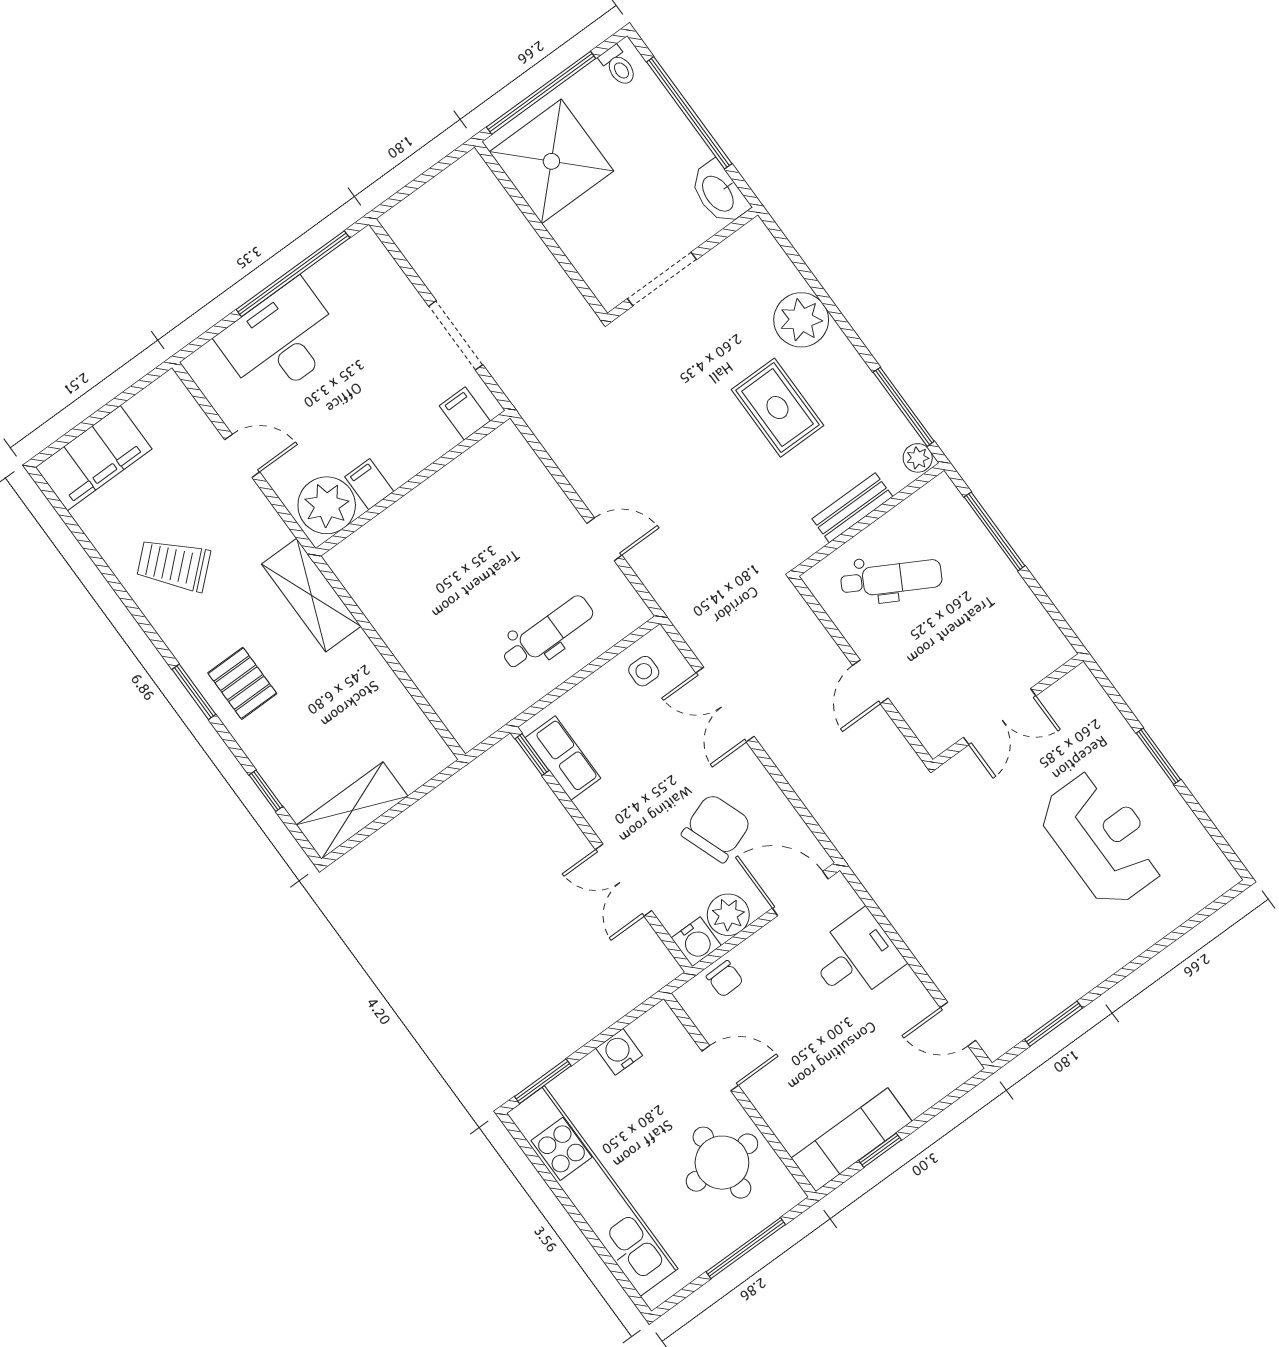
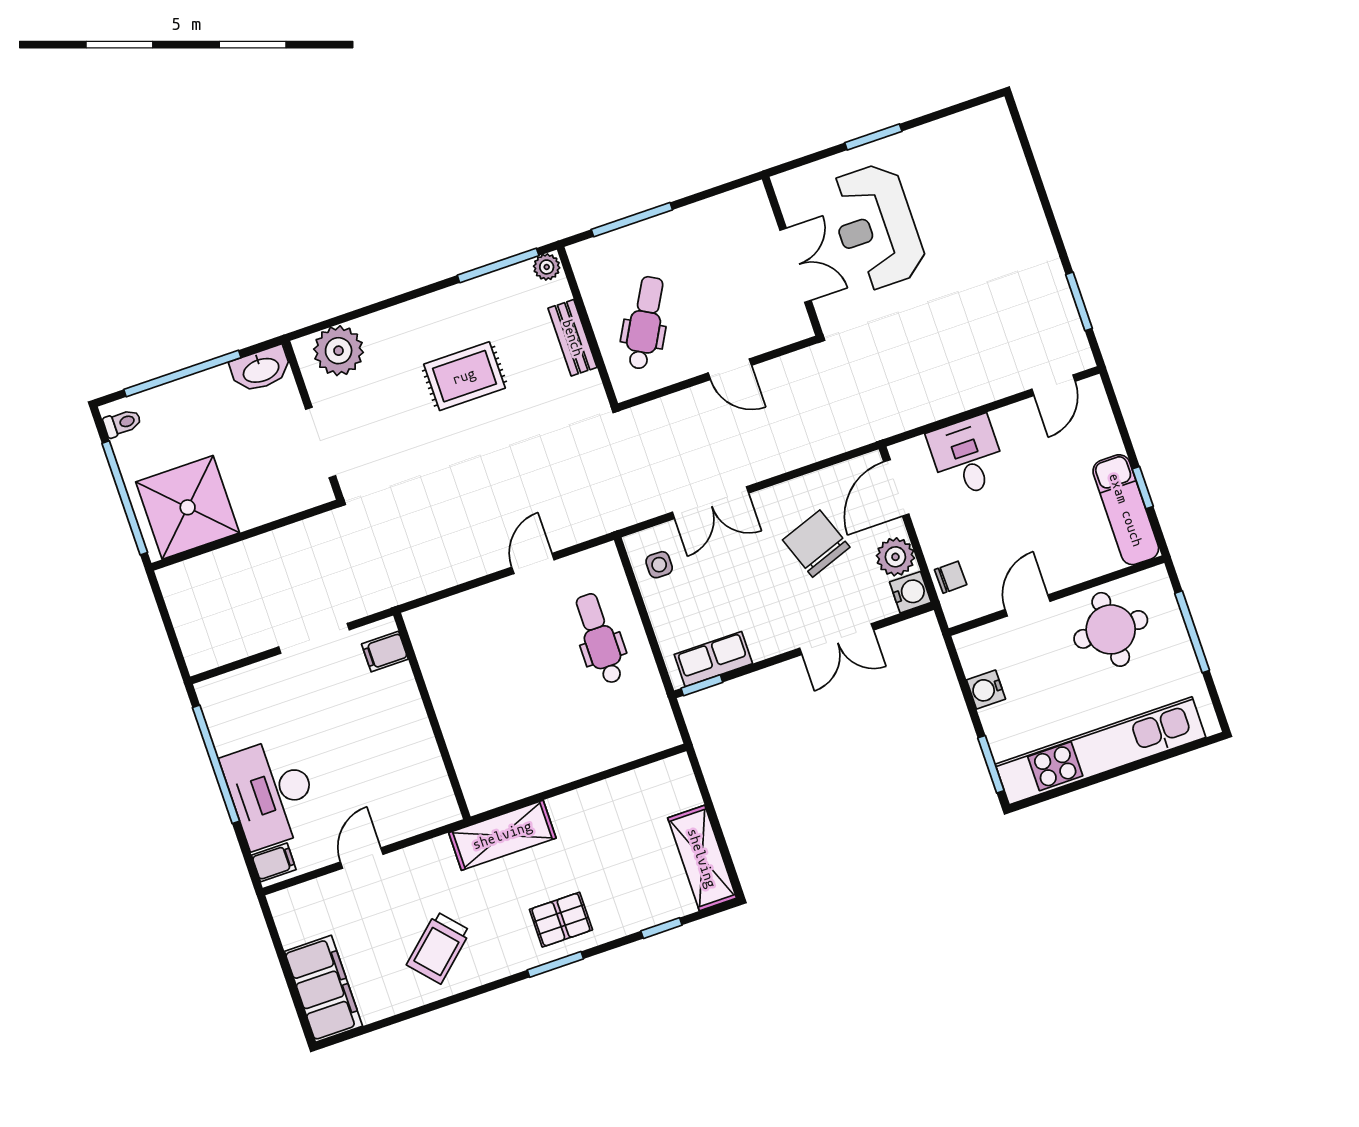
plant: (801, 320) -> (339, 351), moved
filing cabinet: (369, 484) -> (274, 862), moved, turned 180
plant: (327, 505) -> (428, 797), removed
reception desk: (1103, 838) -> (876, 227), moved, turned -90

